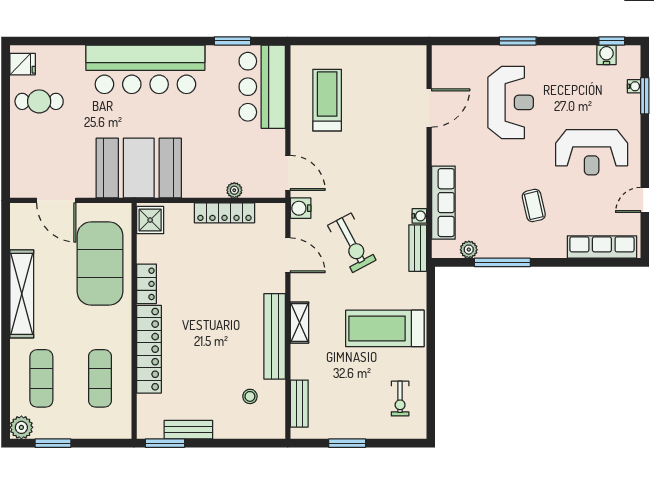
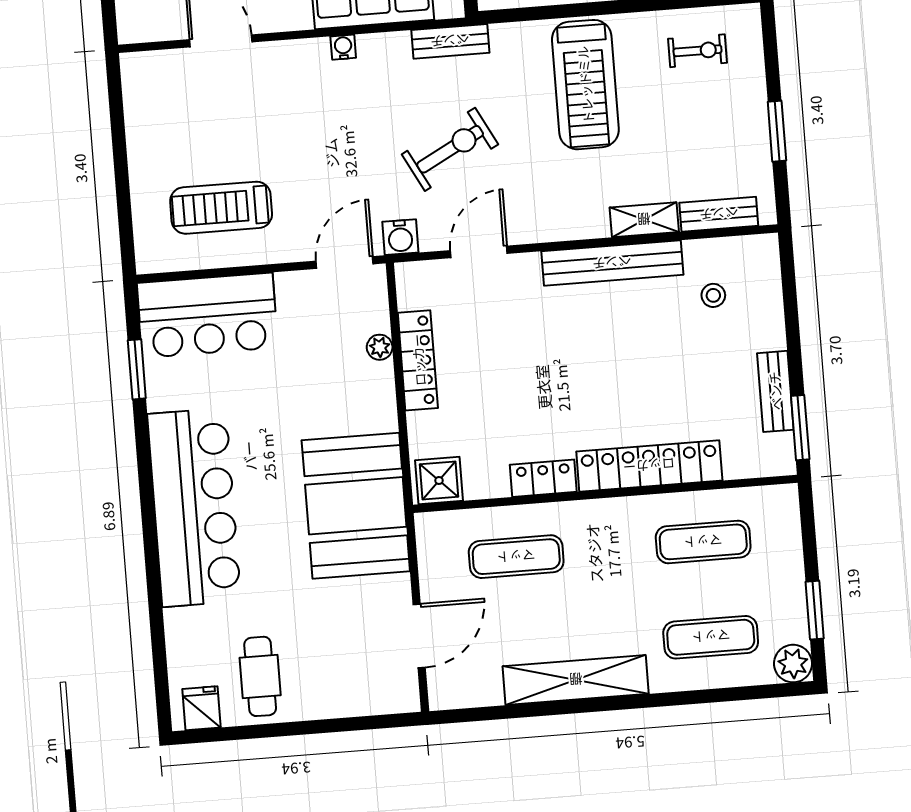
water cooler: (419, 216) -> (343, 47), moved
exercise mat: (100, 264) -> (516, 557), width x0.50, depth x0.69
shelving: (299, 323) -> (644, 220), moved

